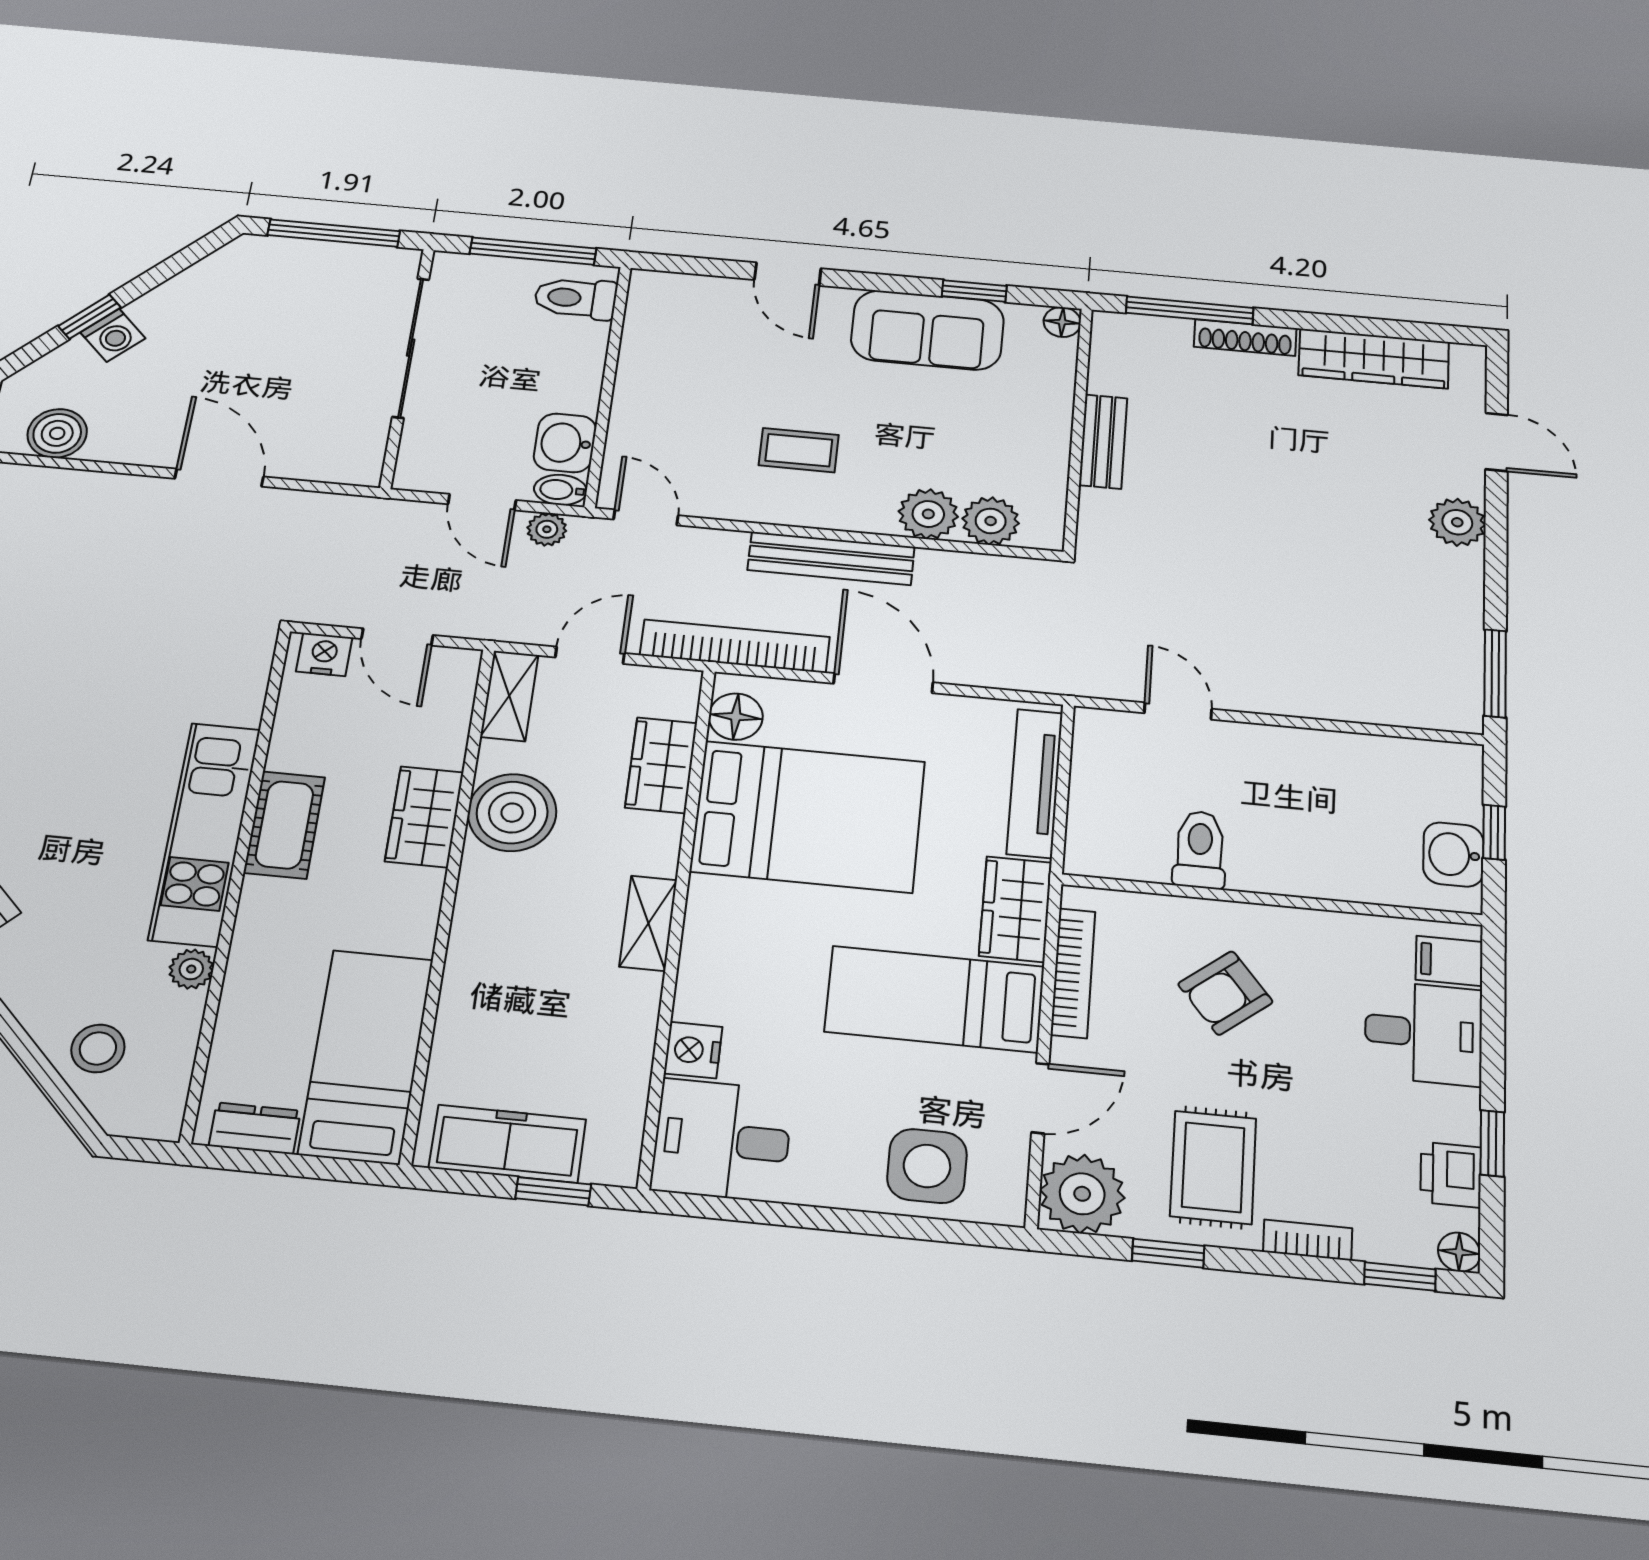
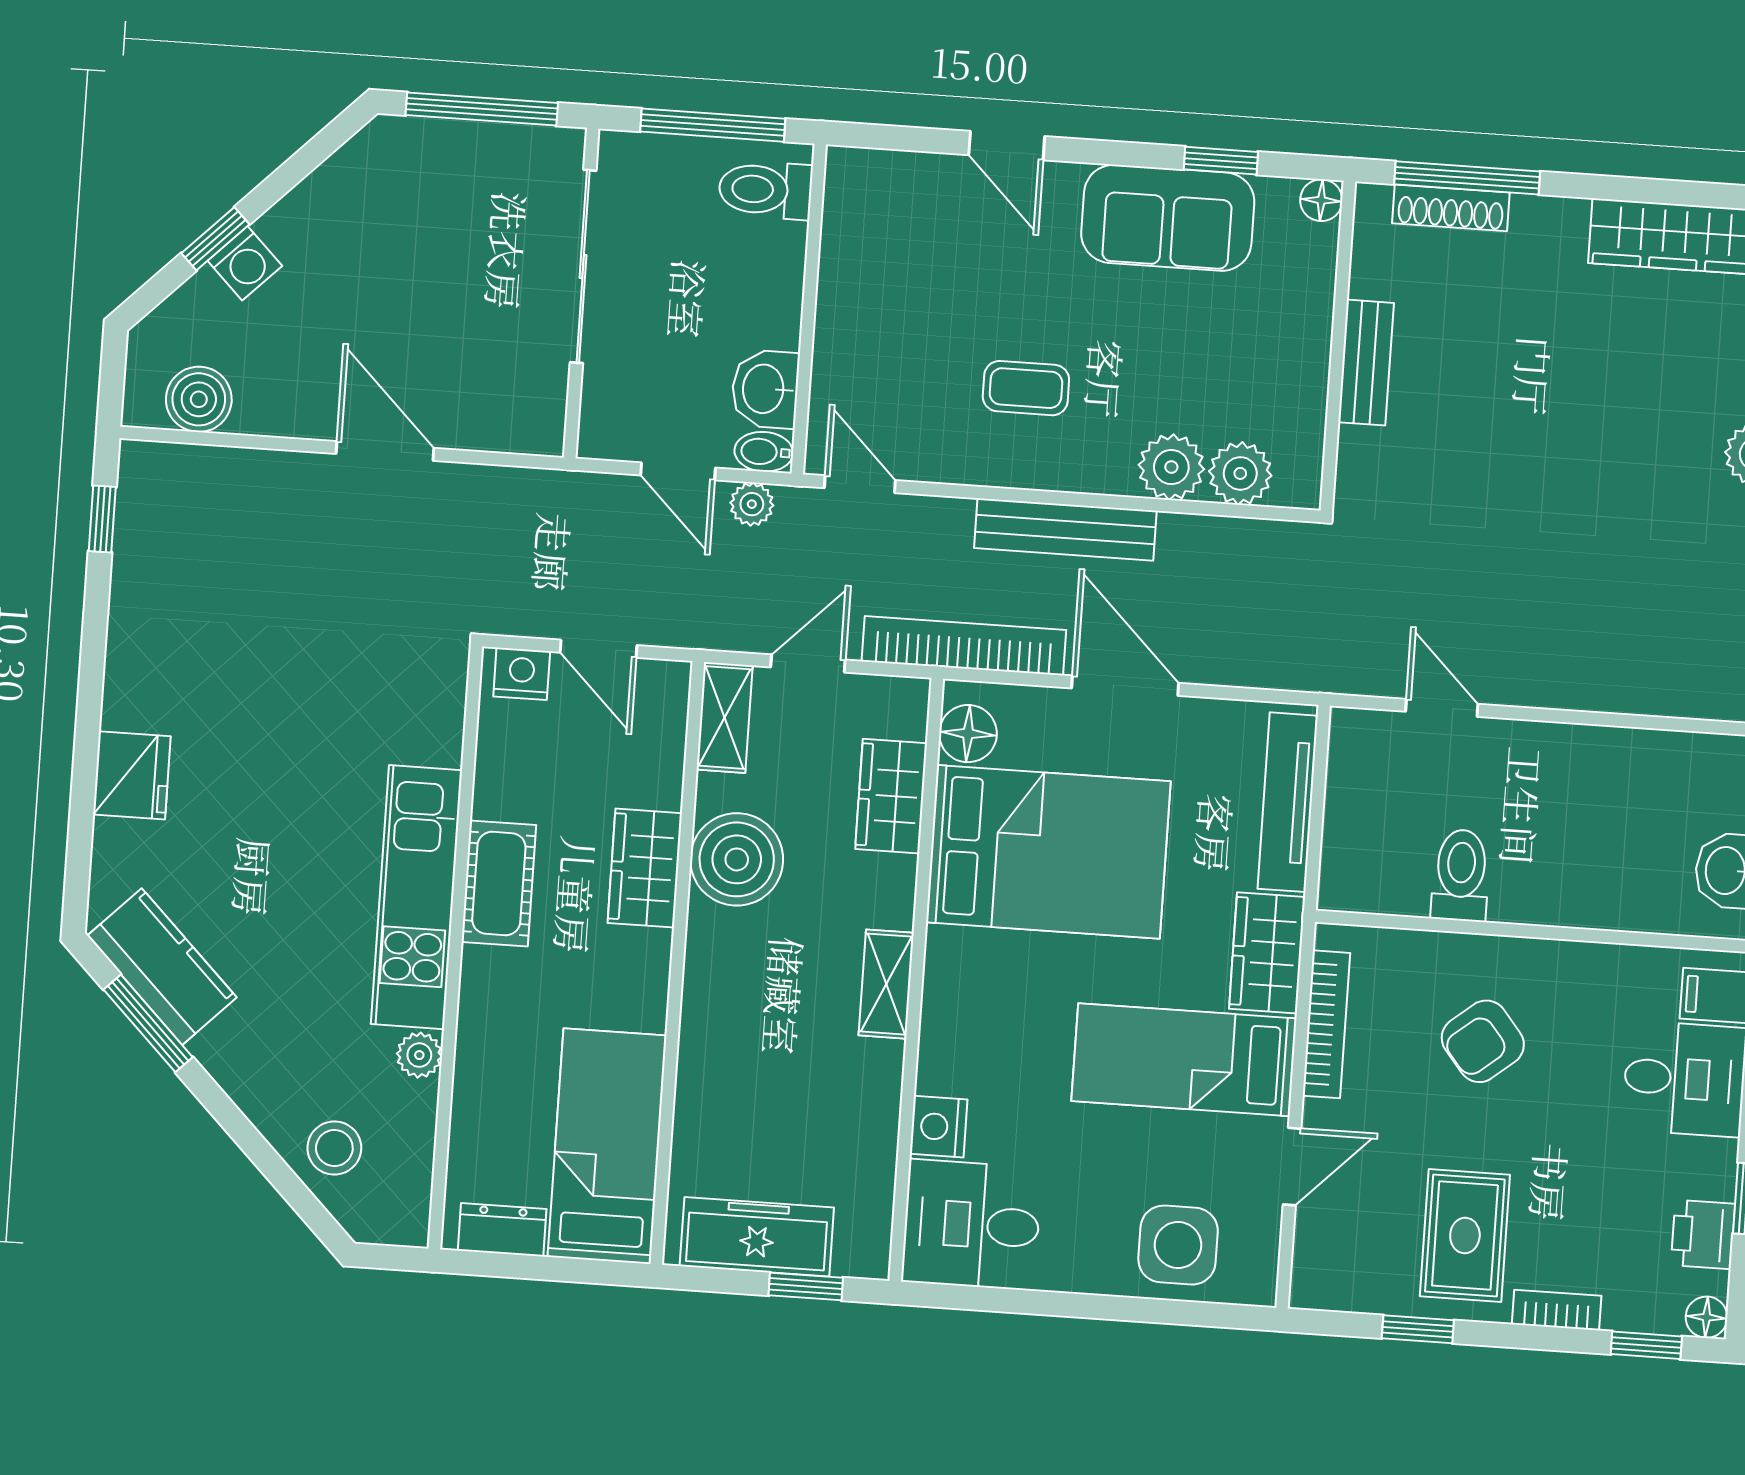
shoe rack: (1245, 338) -> (1451, 208), moved
plant: (1082, 1194) -> (1333, 1269), removed

